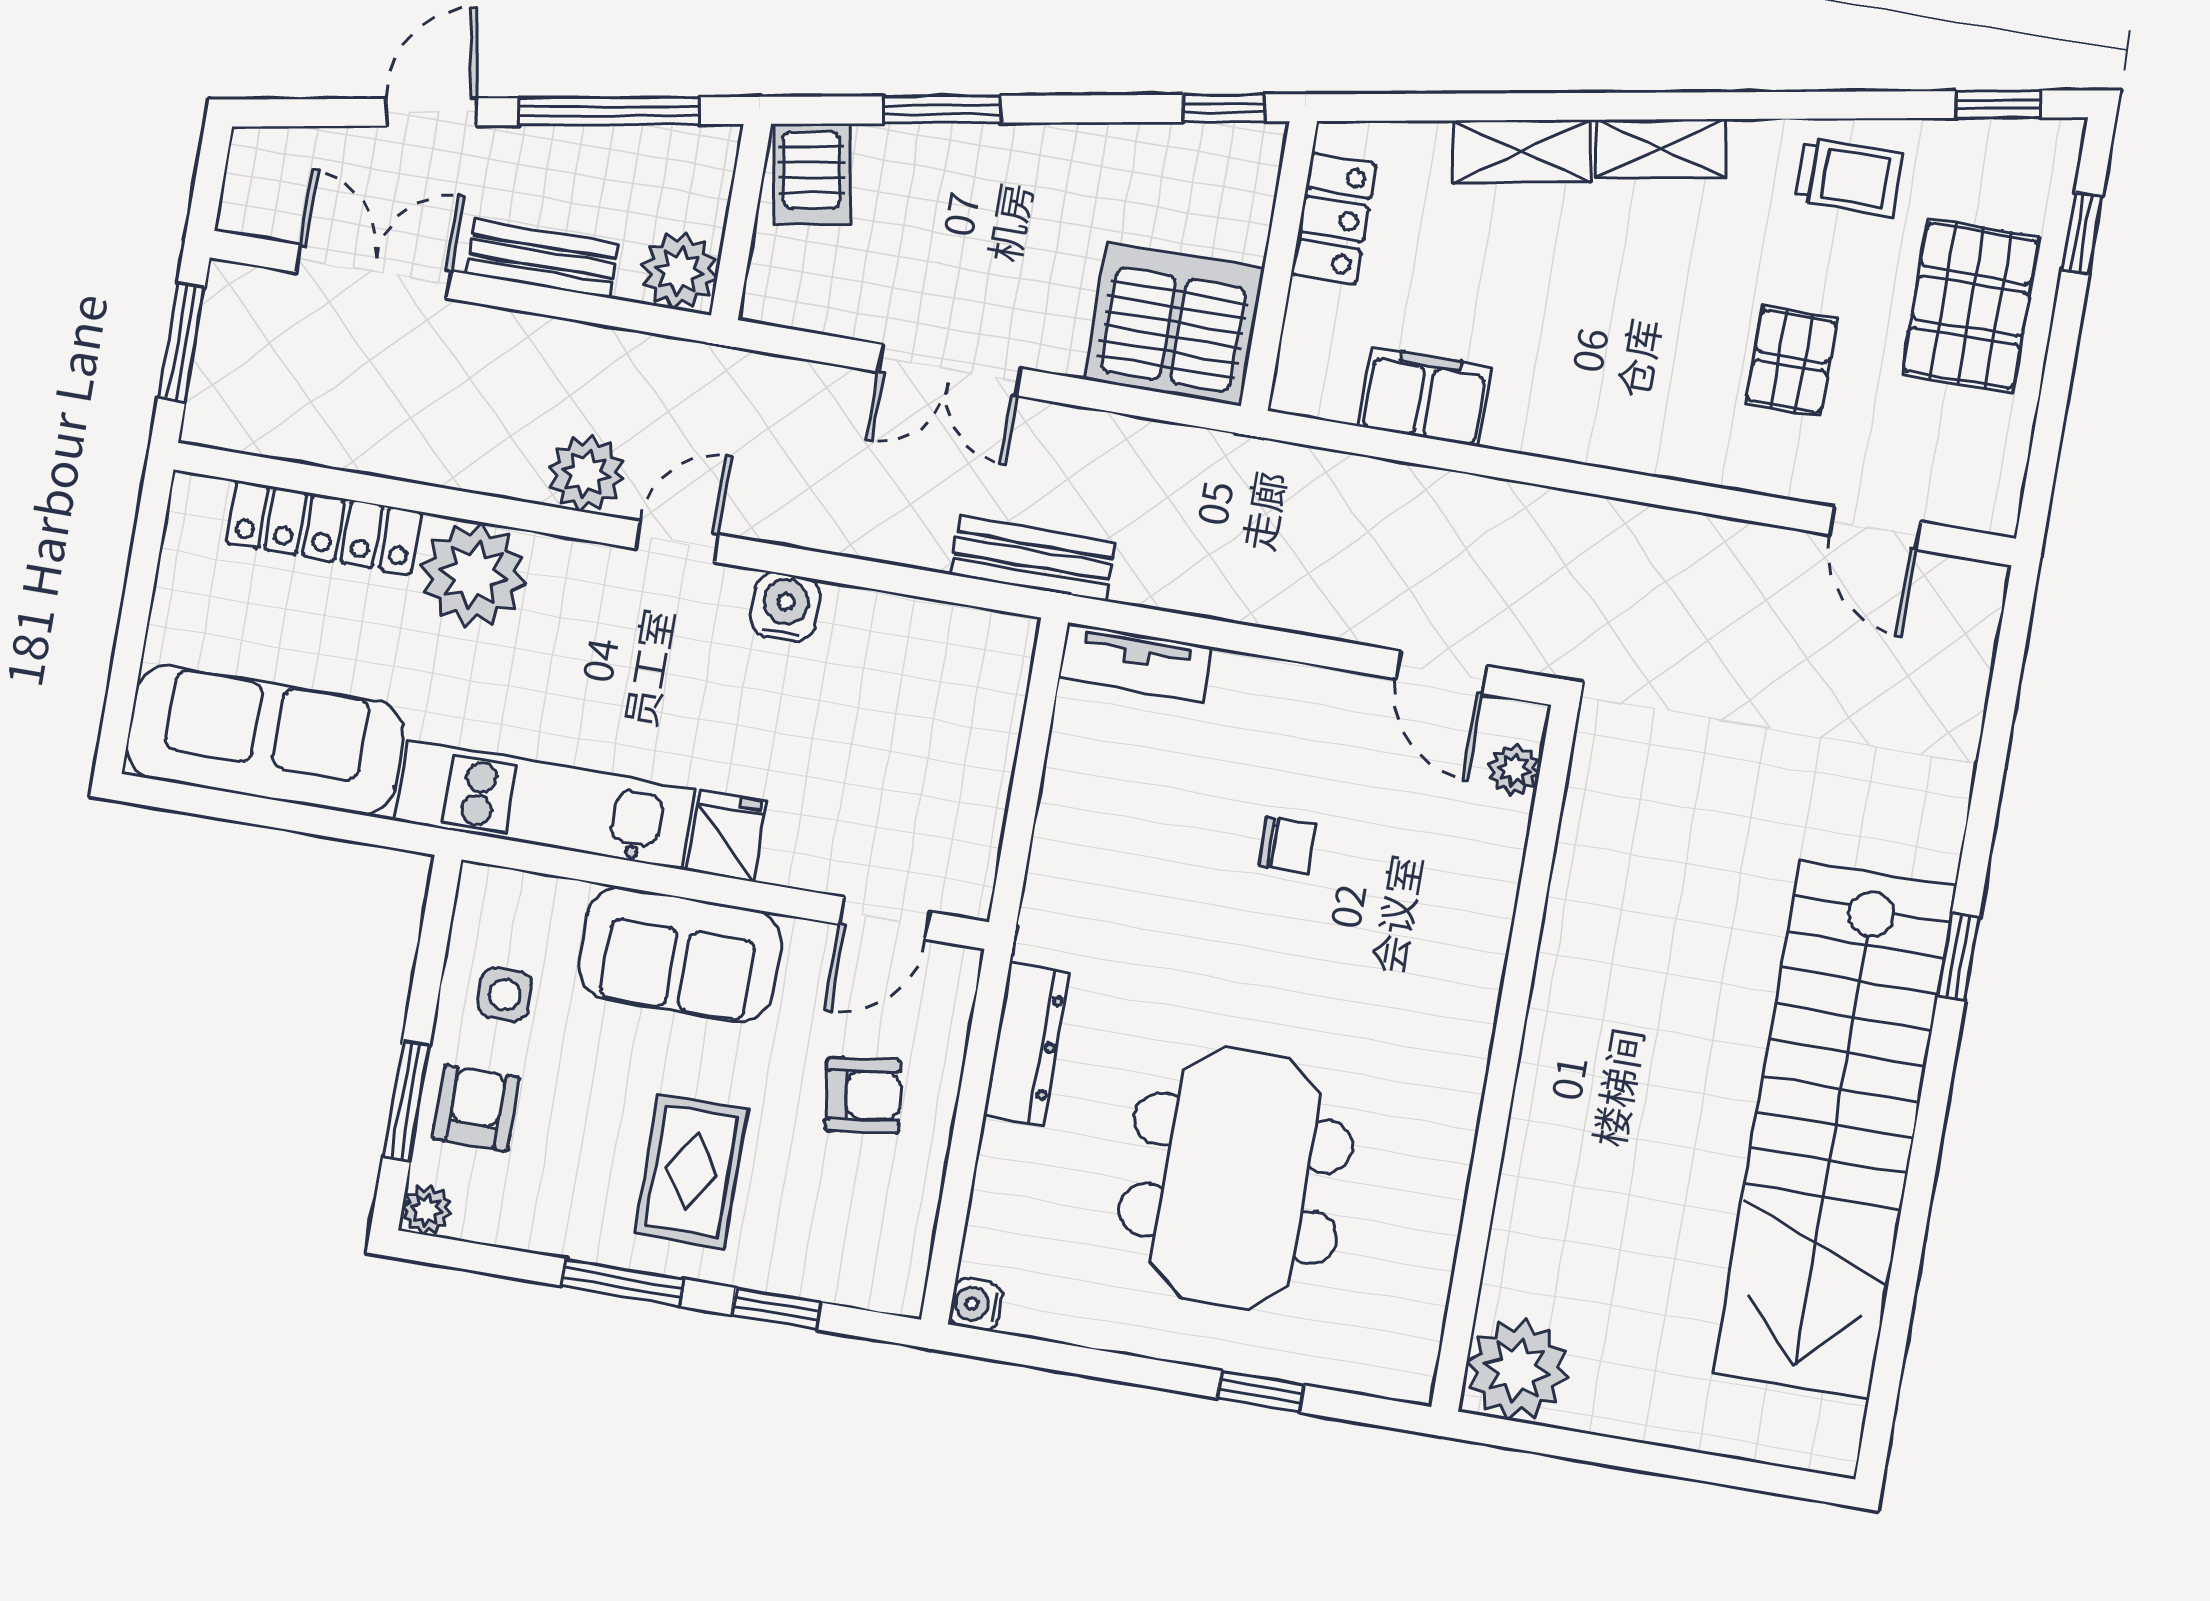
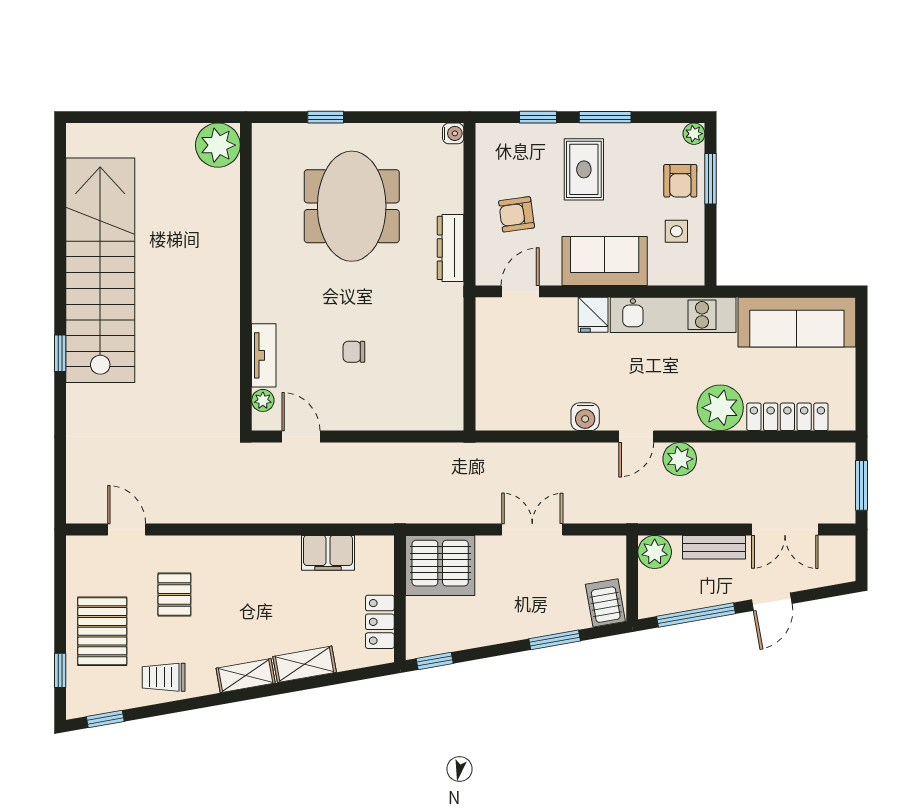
bench: (1033, 558) -> (483, 455), removed
tv unit: (1135, 662) -> (264, 355), moved, turned 90

